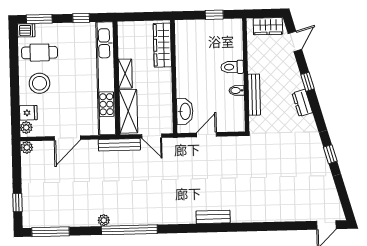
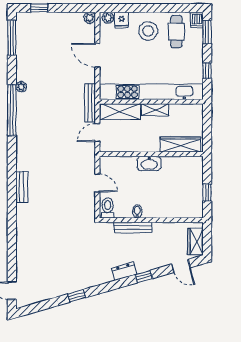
toilet: (232, 67) -> (108, 208), moved
washbasin: (185, 111) -> (149, 163), moved

